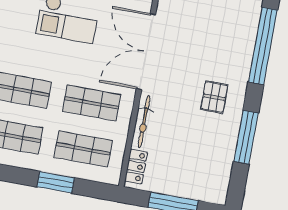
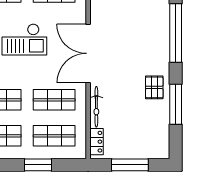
pallet: (214, 97) -> (154, 87), moved

